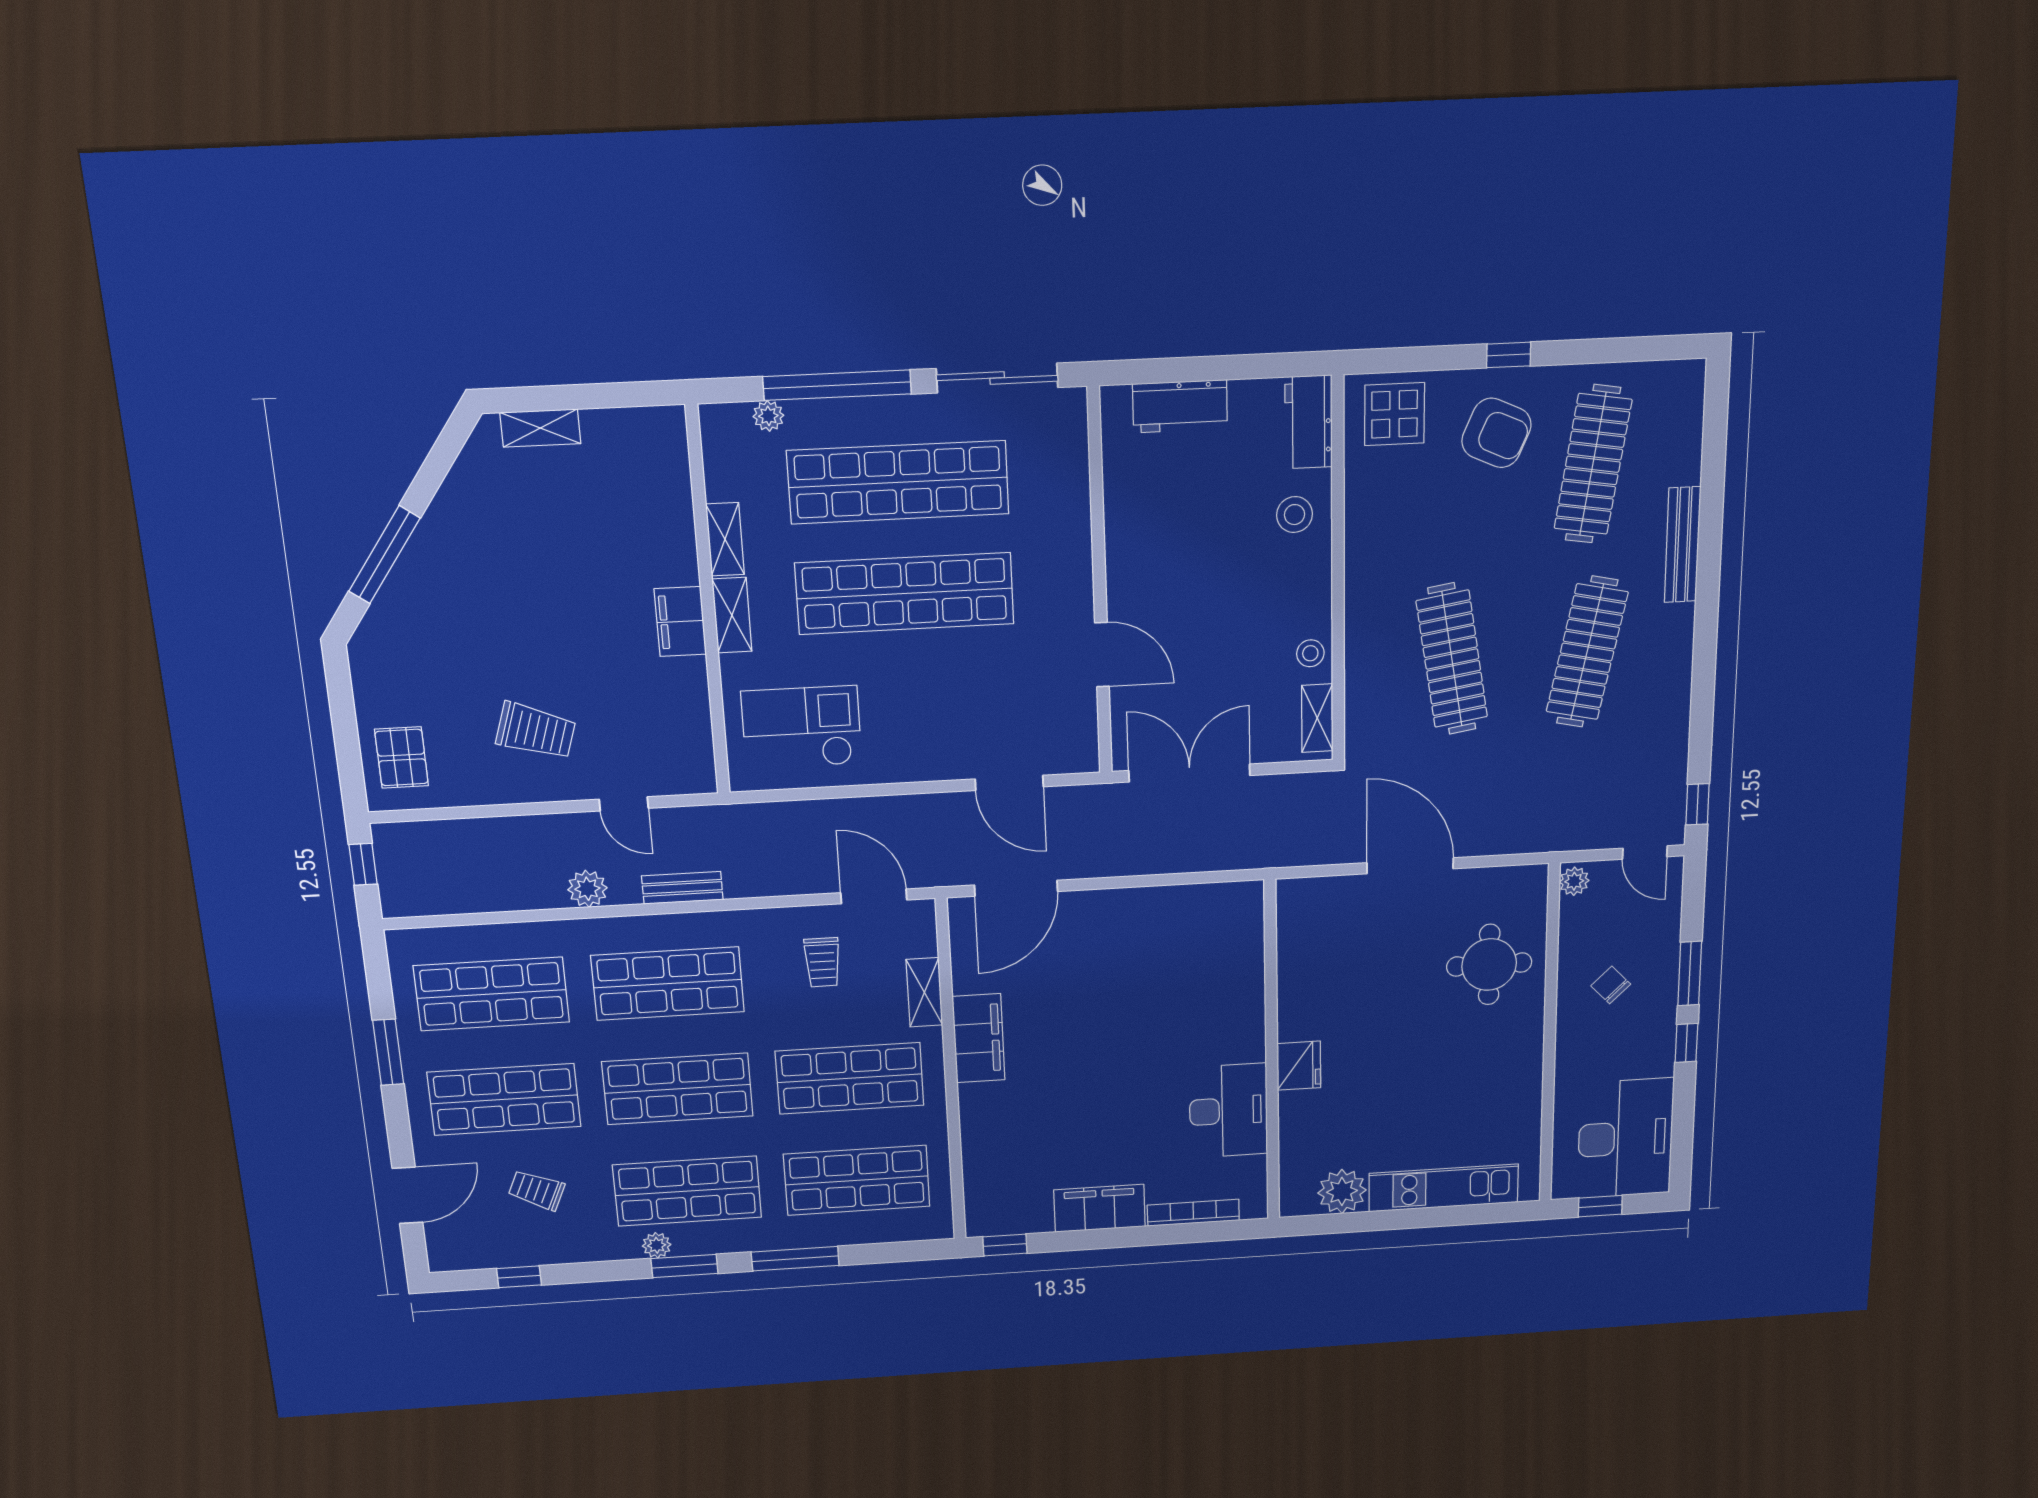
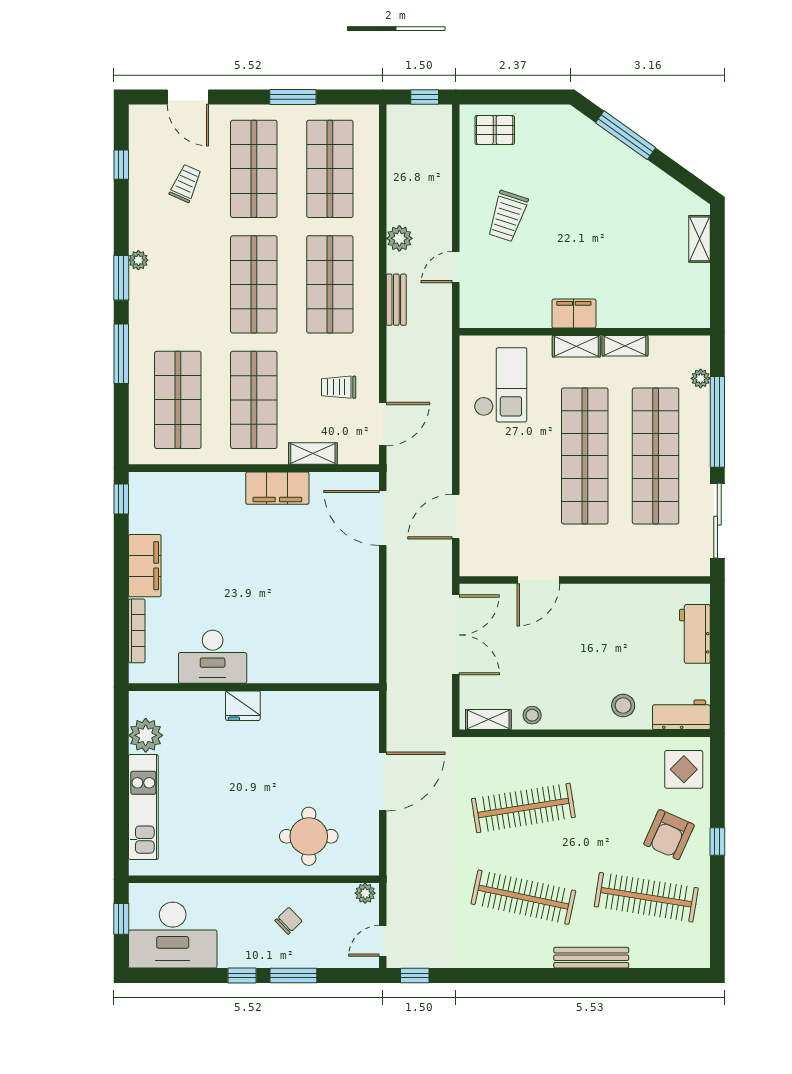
shop shelf: (687, 1191) -> (178, 284), removed

